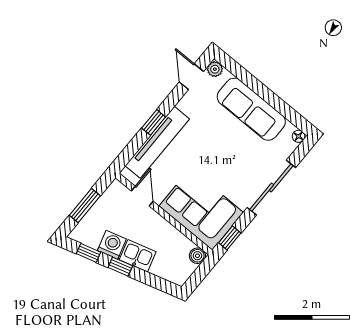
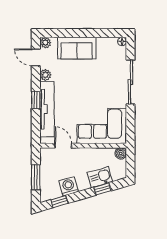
plant: (186, 104) -> (45, 75), added
sofa: (251, 109) -> (77, 48), width x0.73
window: (230, 238) -> (130, 129), removed
kitchen sink: (138, 256) -> (100, 177), moved
window: (120, 267) -> (102, 189), moved

